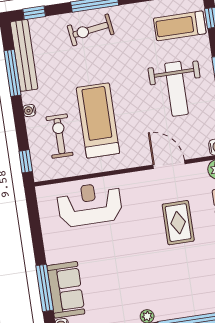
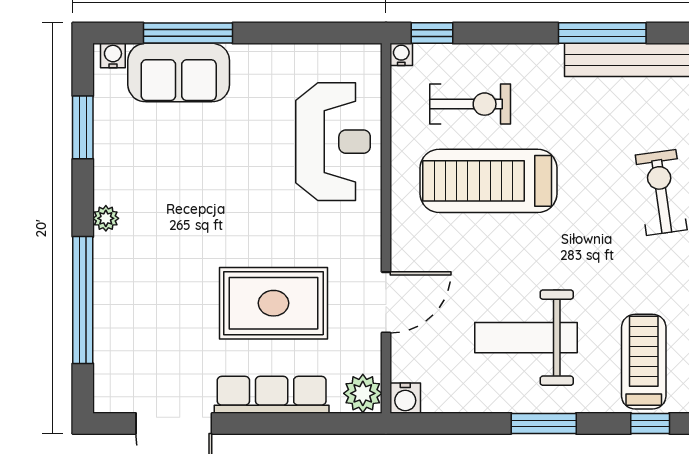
water cooler: (29, 111) -> (401, 54), moved
treadmill: (98, 120) -> (489, 181), turned 180
rug: (178, 223) -> (274, 303), width x1.36, depth x1.43

